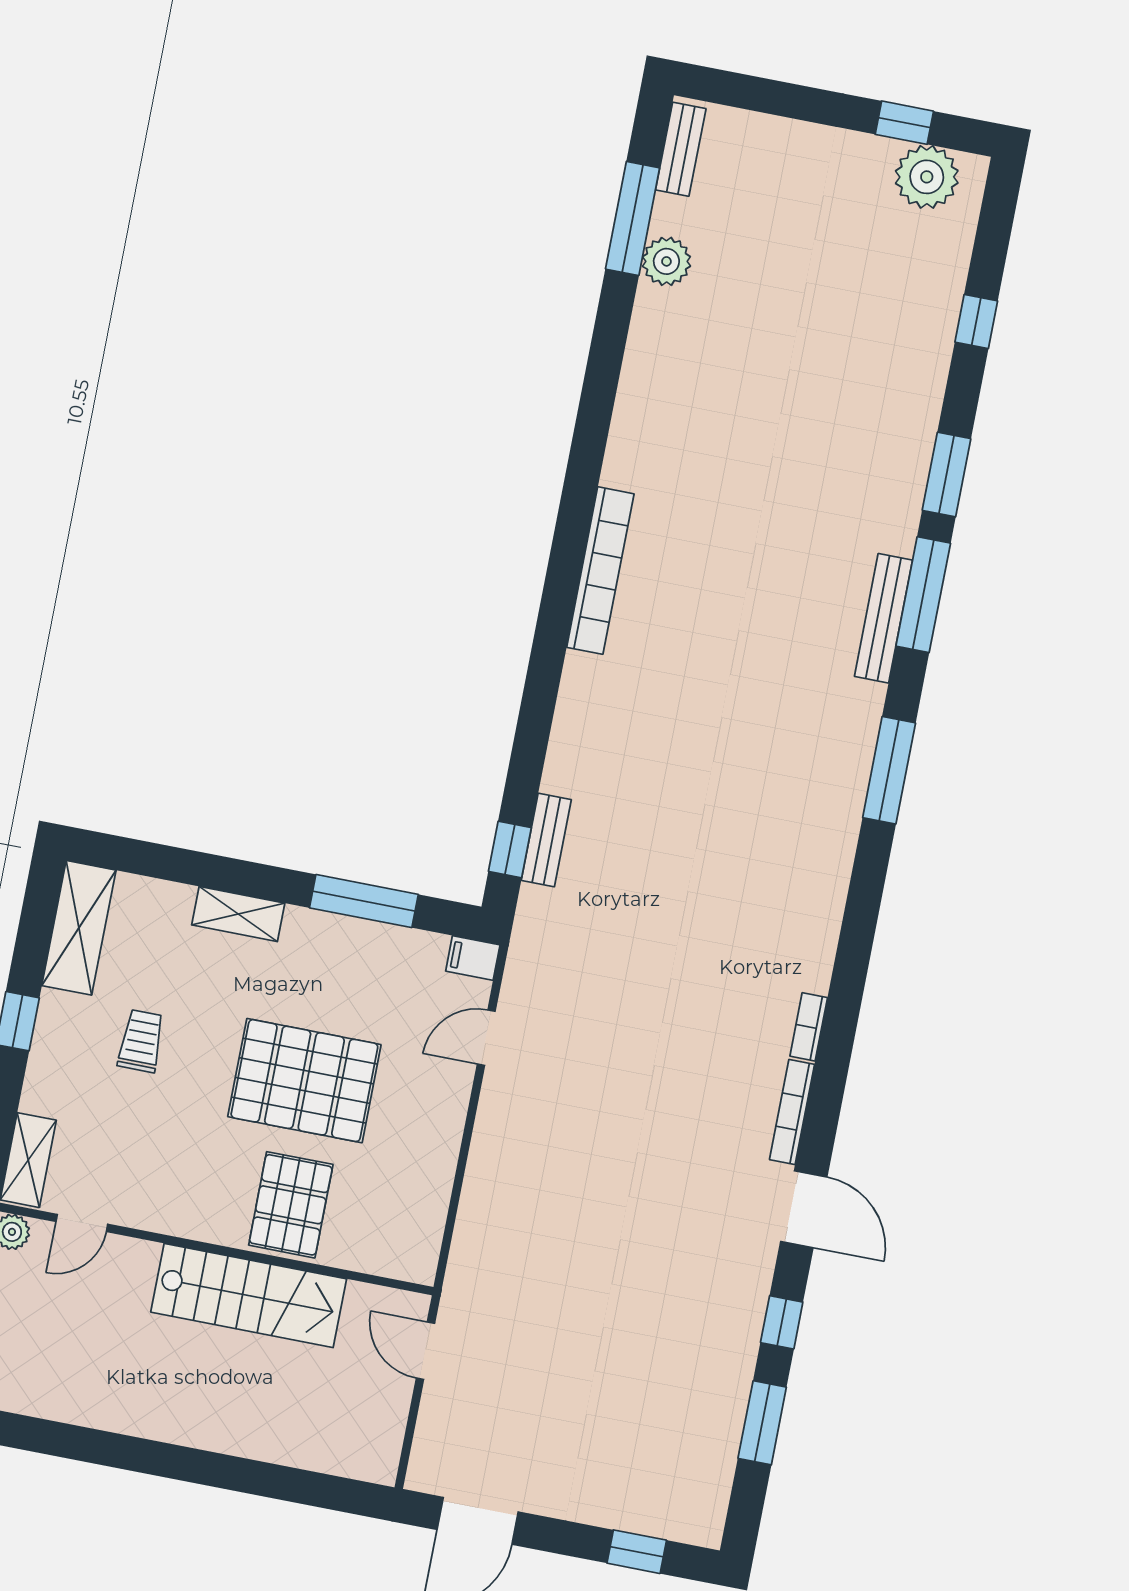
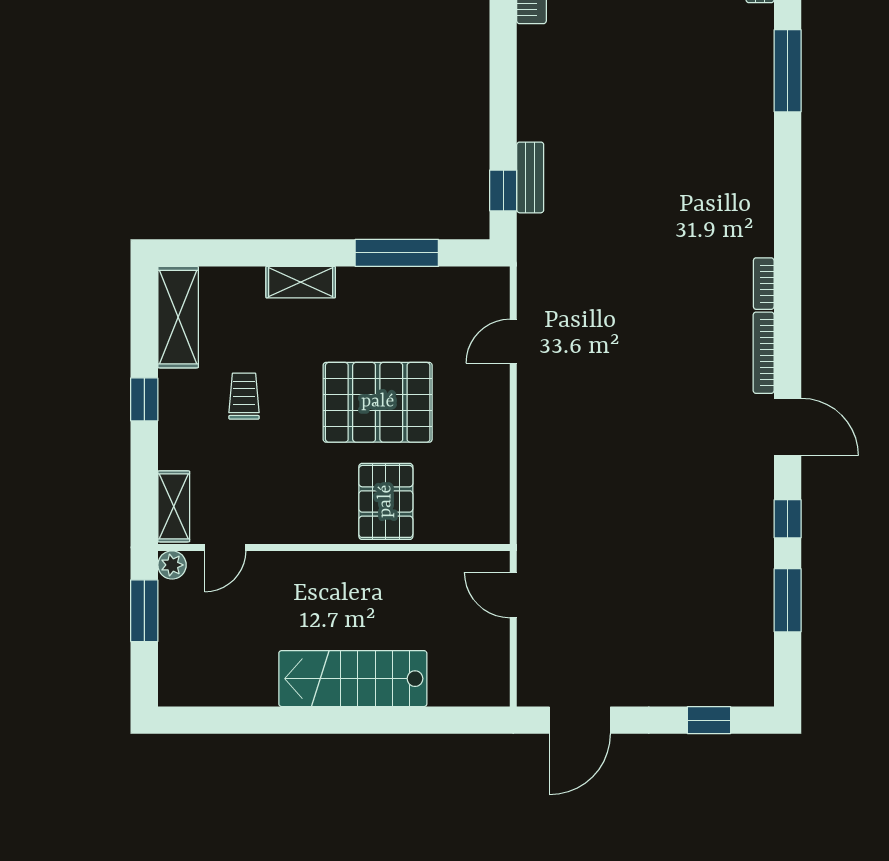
filing cabinet: (473, 958) -> (491, 281), removed
stairs: (249, 1295) -> (353, 679), moved, turned 180

